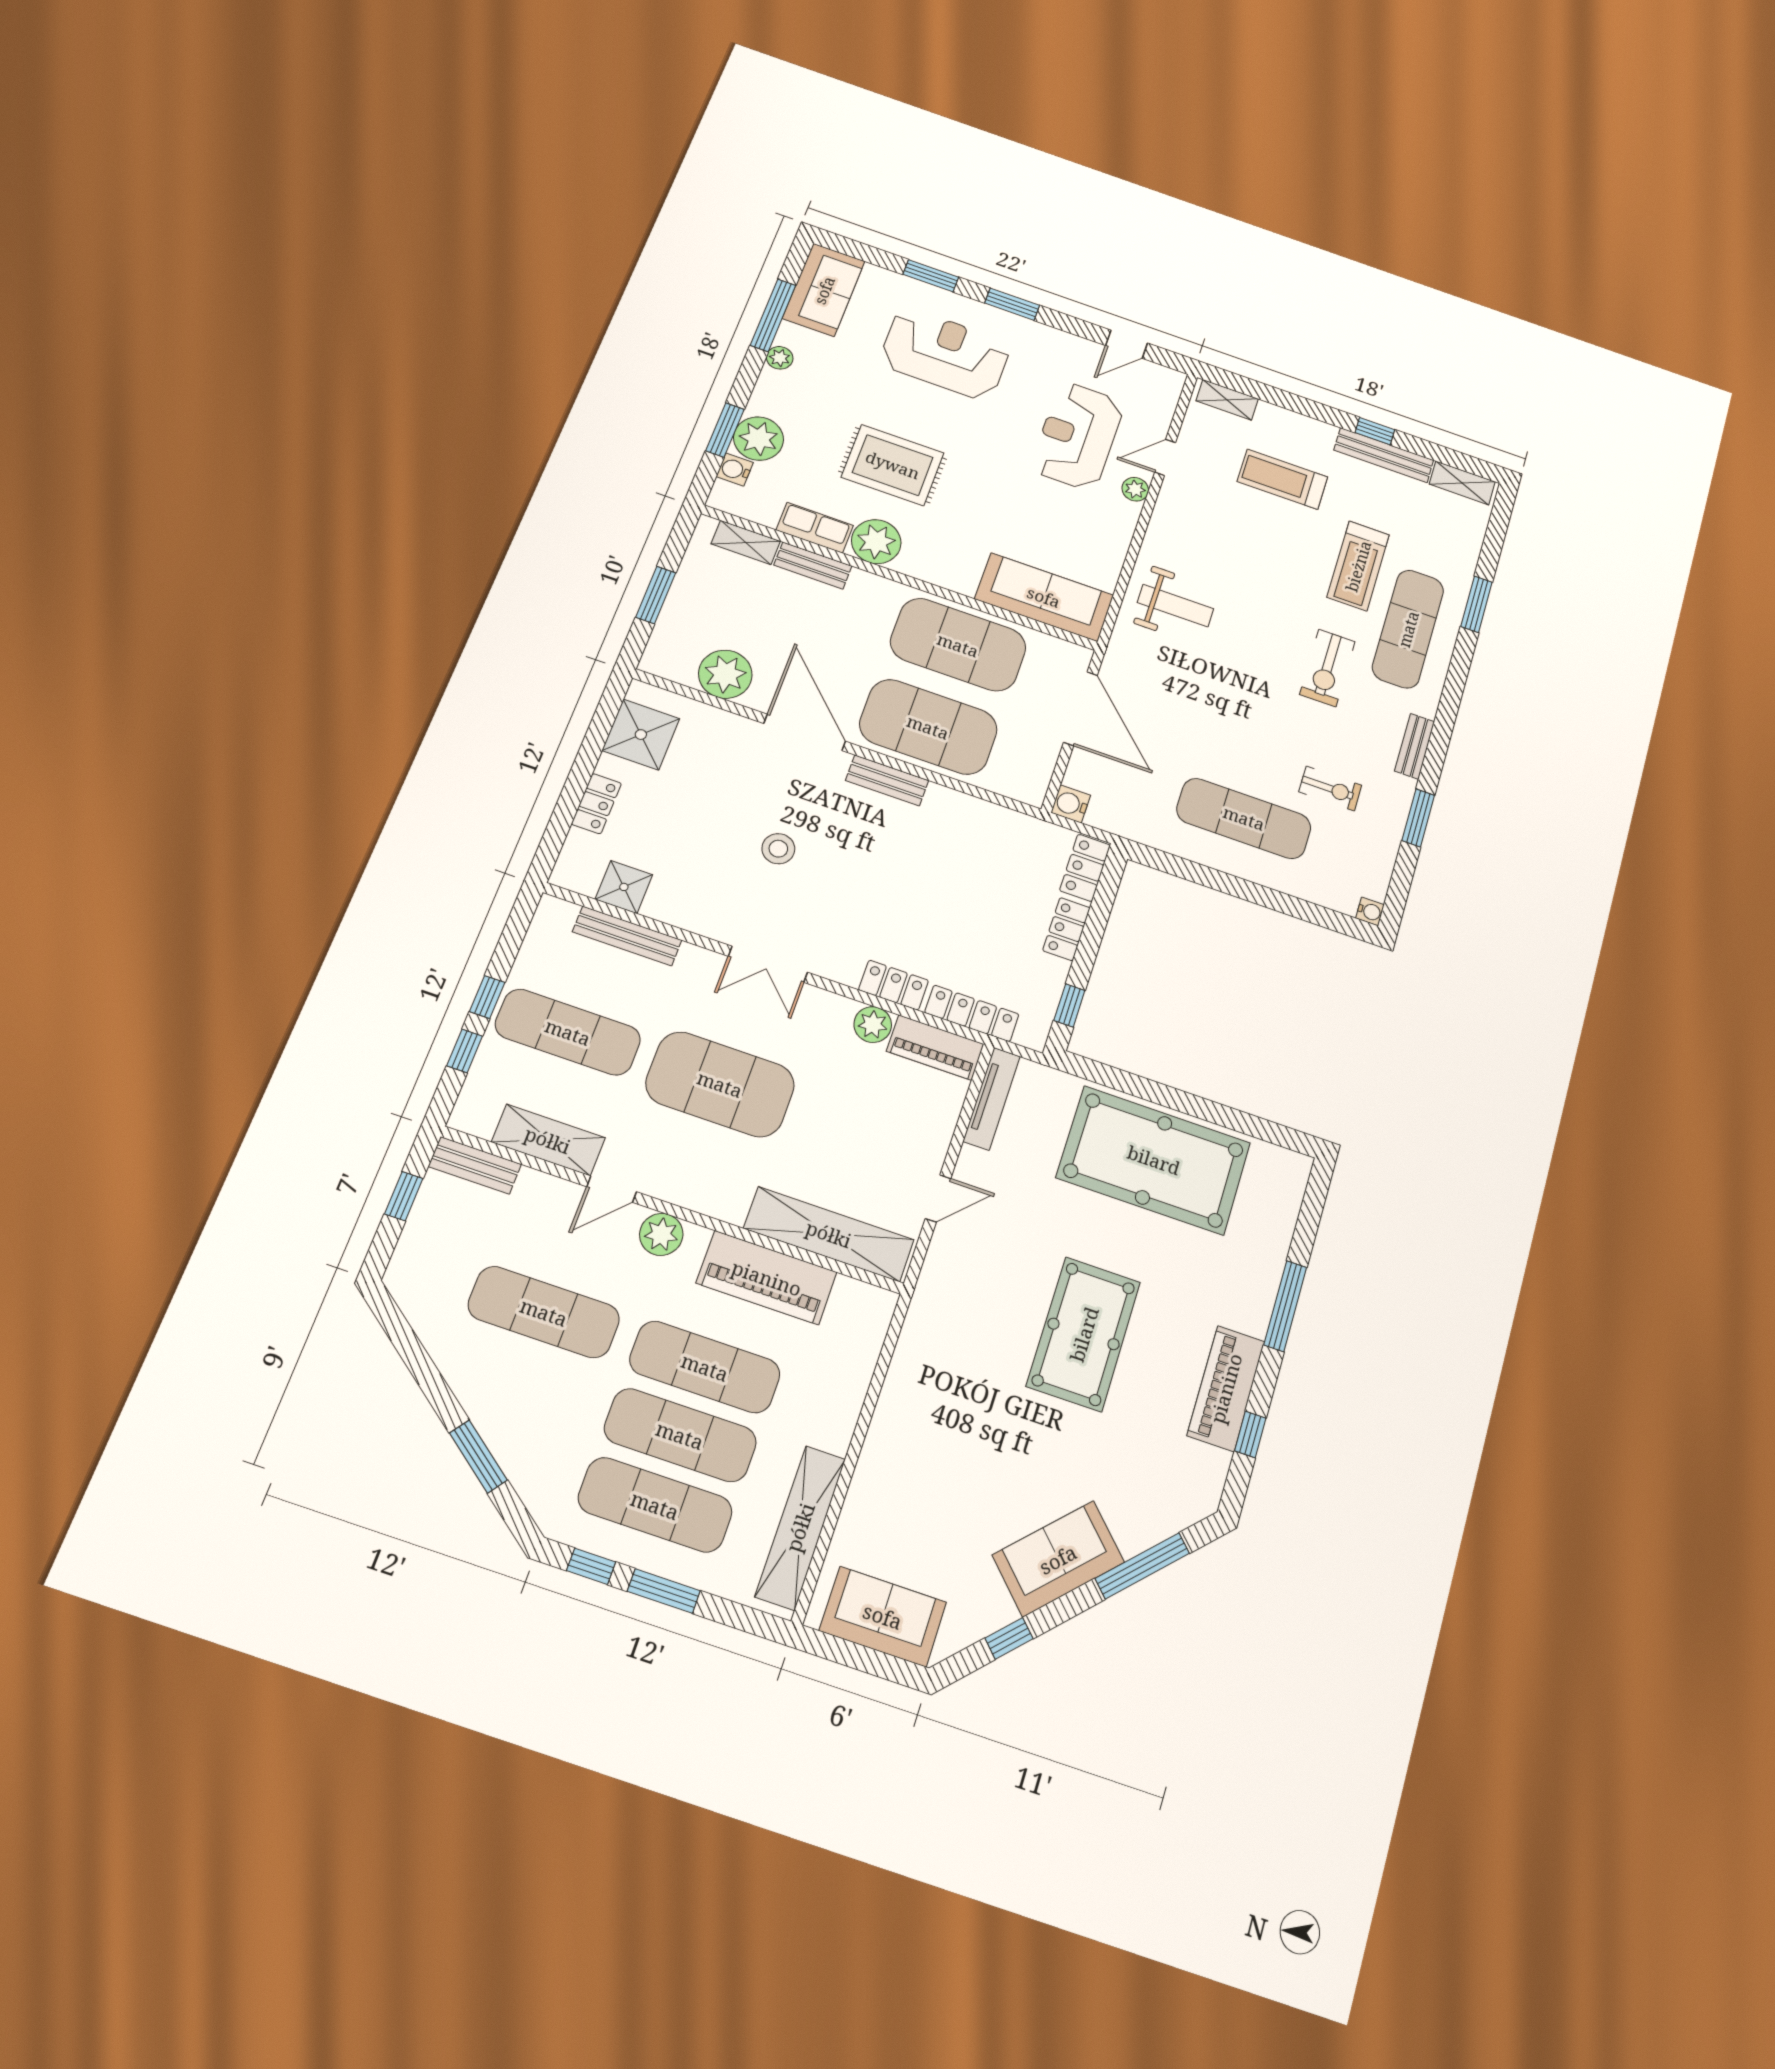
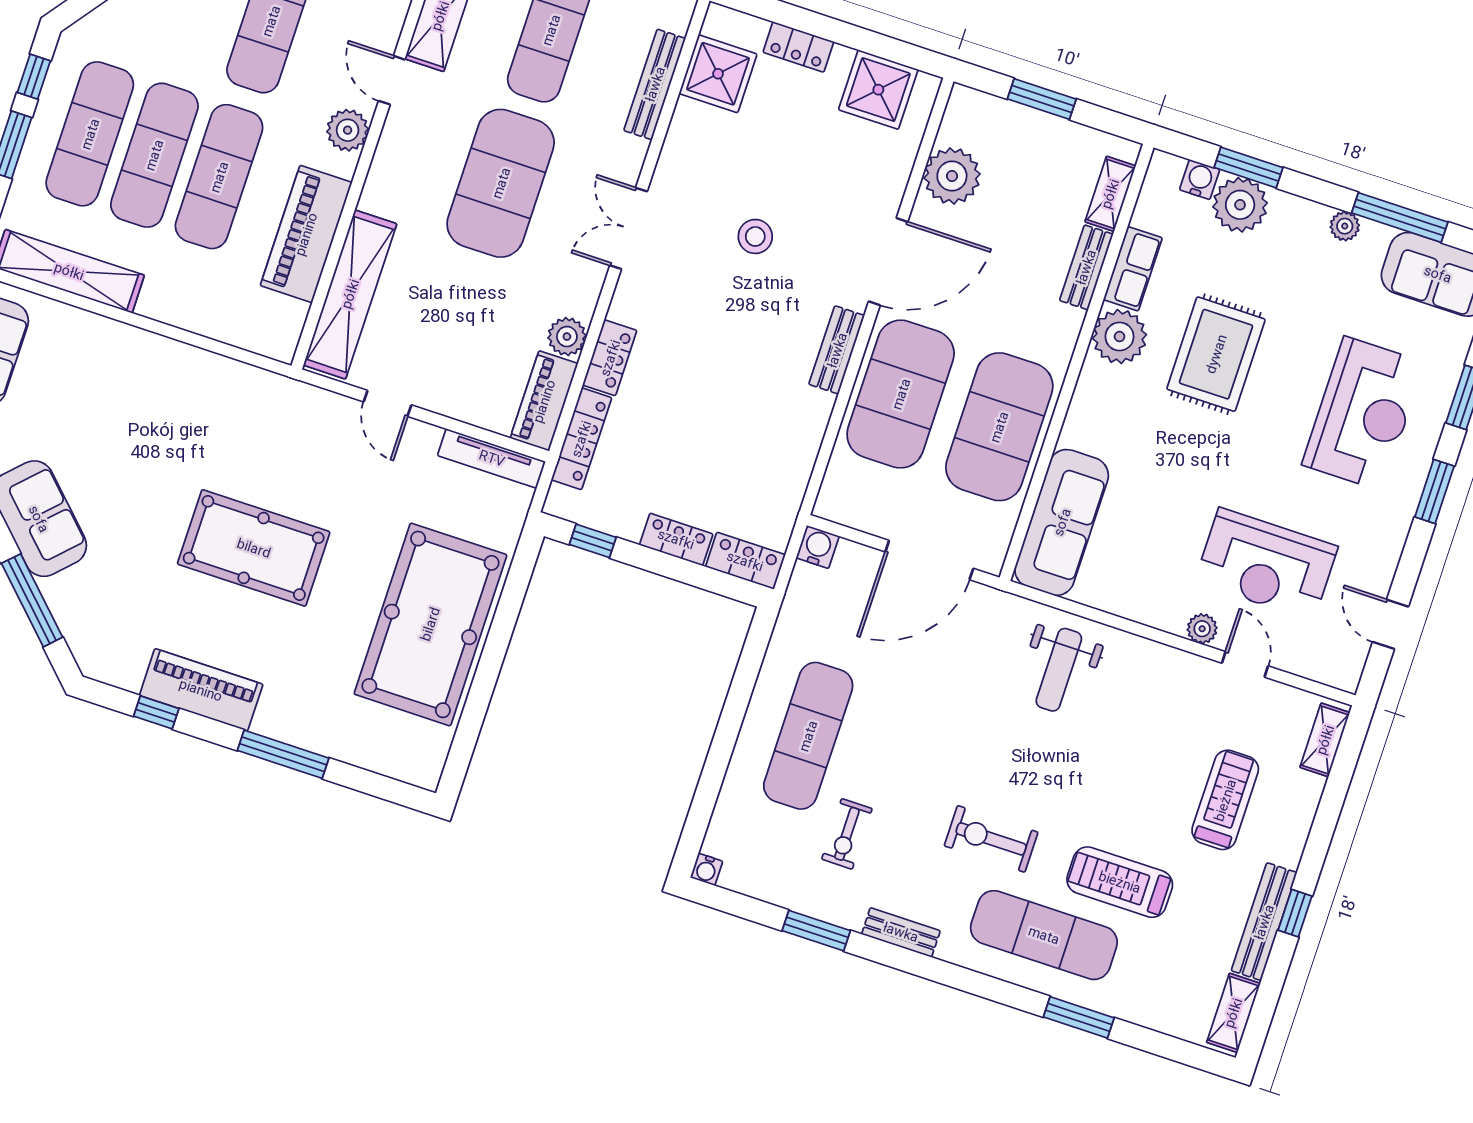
reception desk: (1078, 436) -> (1266, 564), turned 180
shower: (624, 887) -> (718, 74), width x1.36, depth x1.36

